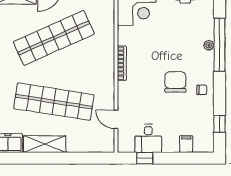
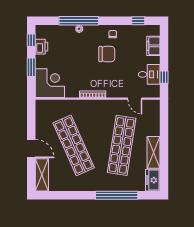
chair: (175, 82) -> (107, 54), turned 180
door: (116, 119) -> (135, 99), hinge flipped
filing cabinet: (186, 144) -> (153, 46), width x2.00

